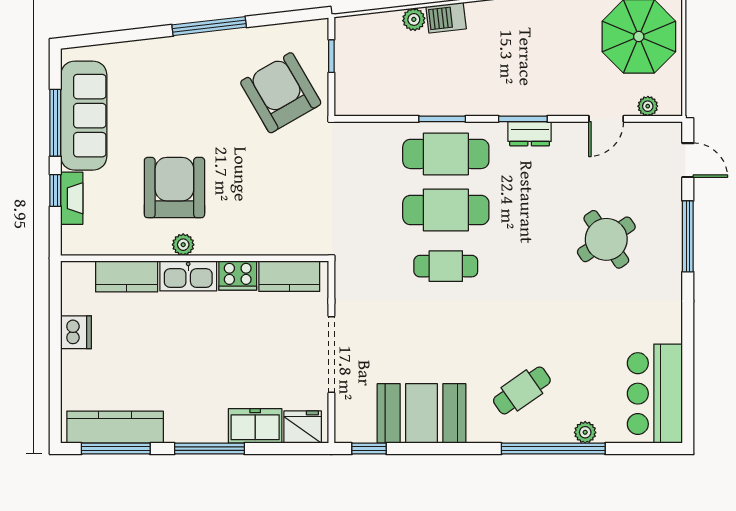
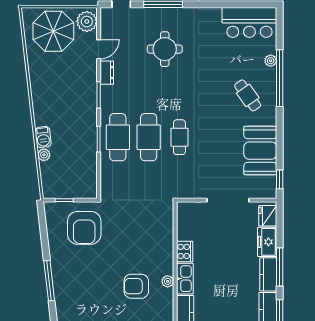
window: (209, 26) -> (49, 281), moved
armchair: (281, 93) -> (84, 228), turned -60
plant: (648, 106) -> (87, 21), width x1.87, depth x1.87
door: (606, 119) -> (99, 49), hinge flipped
dresser: (530, 134) -> (107, 73), moved
armchair: (174, 188) -> (136, 286), width x0.73, depth x0.73
round table: (606, 239) -> (165, 49), turned 34
kitchen counter: (289, 276) -> (268, 274), moved, turned 180

